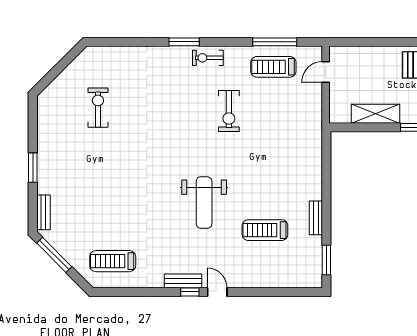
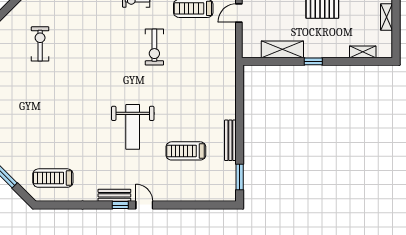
bench: (316, 218) -> (230, 140), width x1.36

